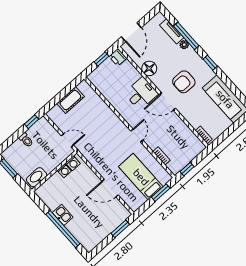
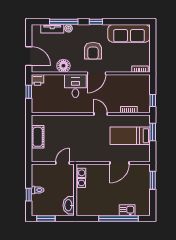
window: (32, 122) -> (29, 195), moved
kitchen sink: (63, 215) -> (127, 210), moved

